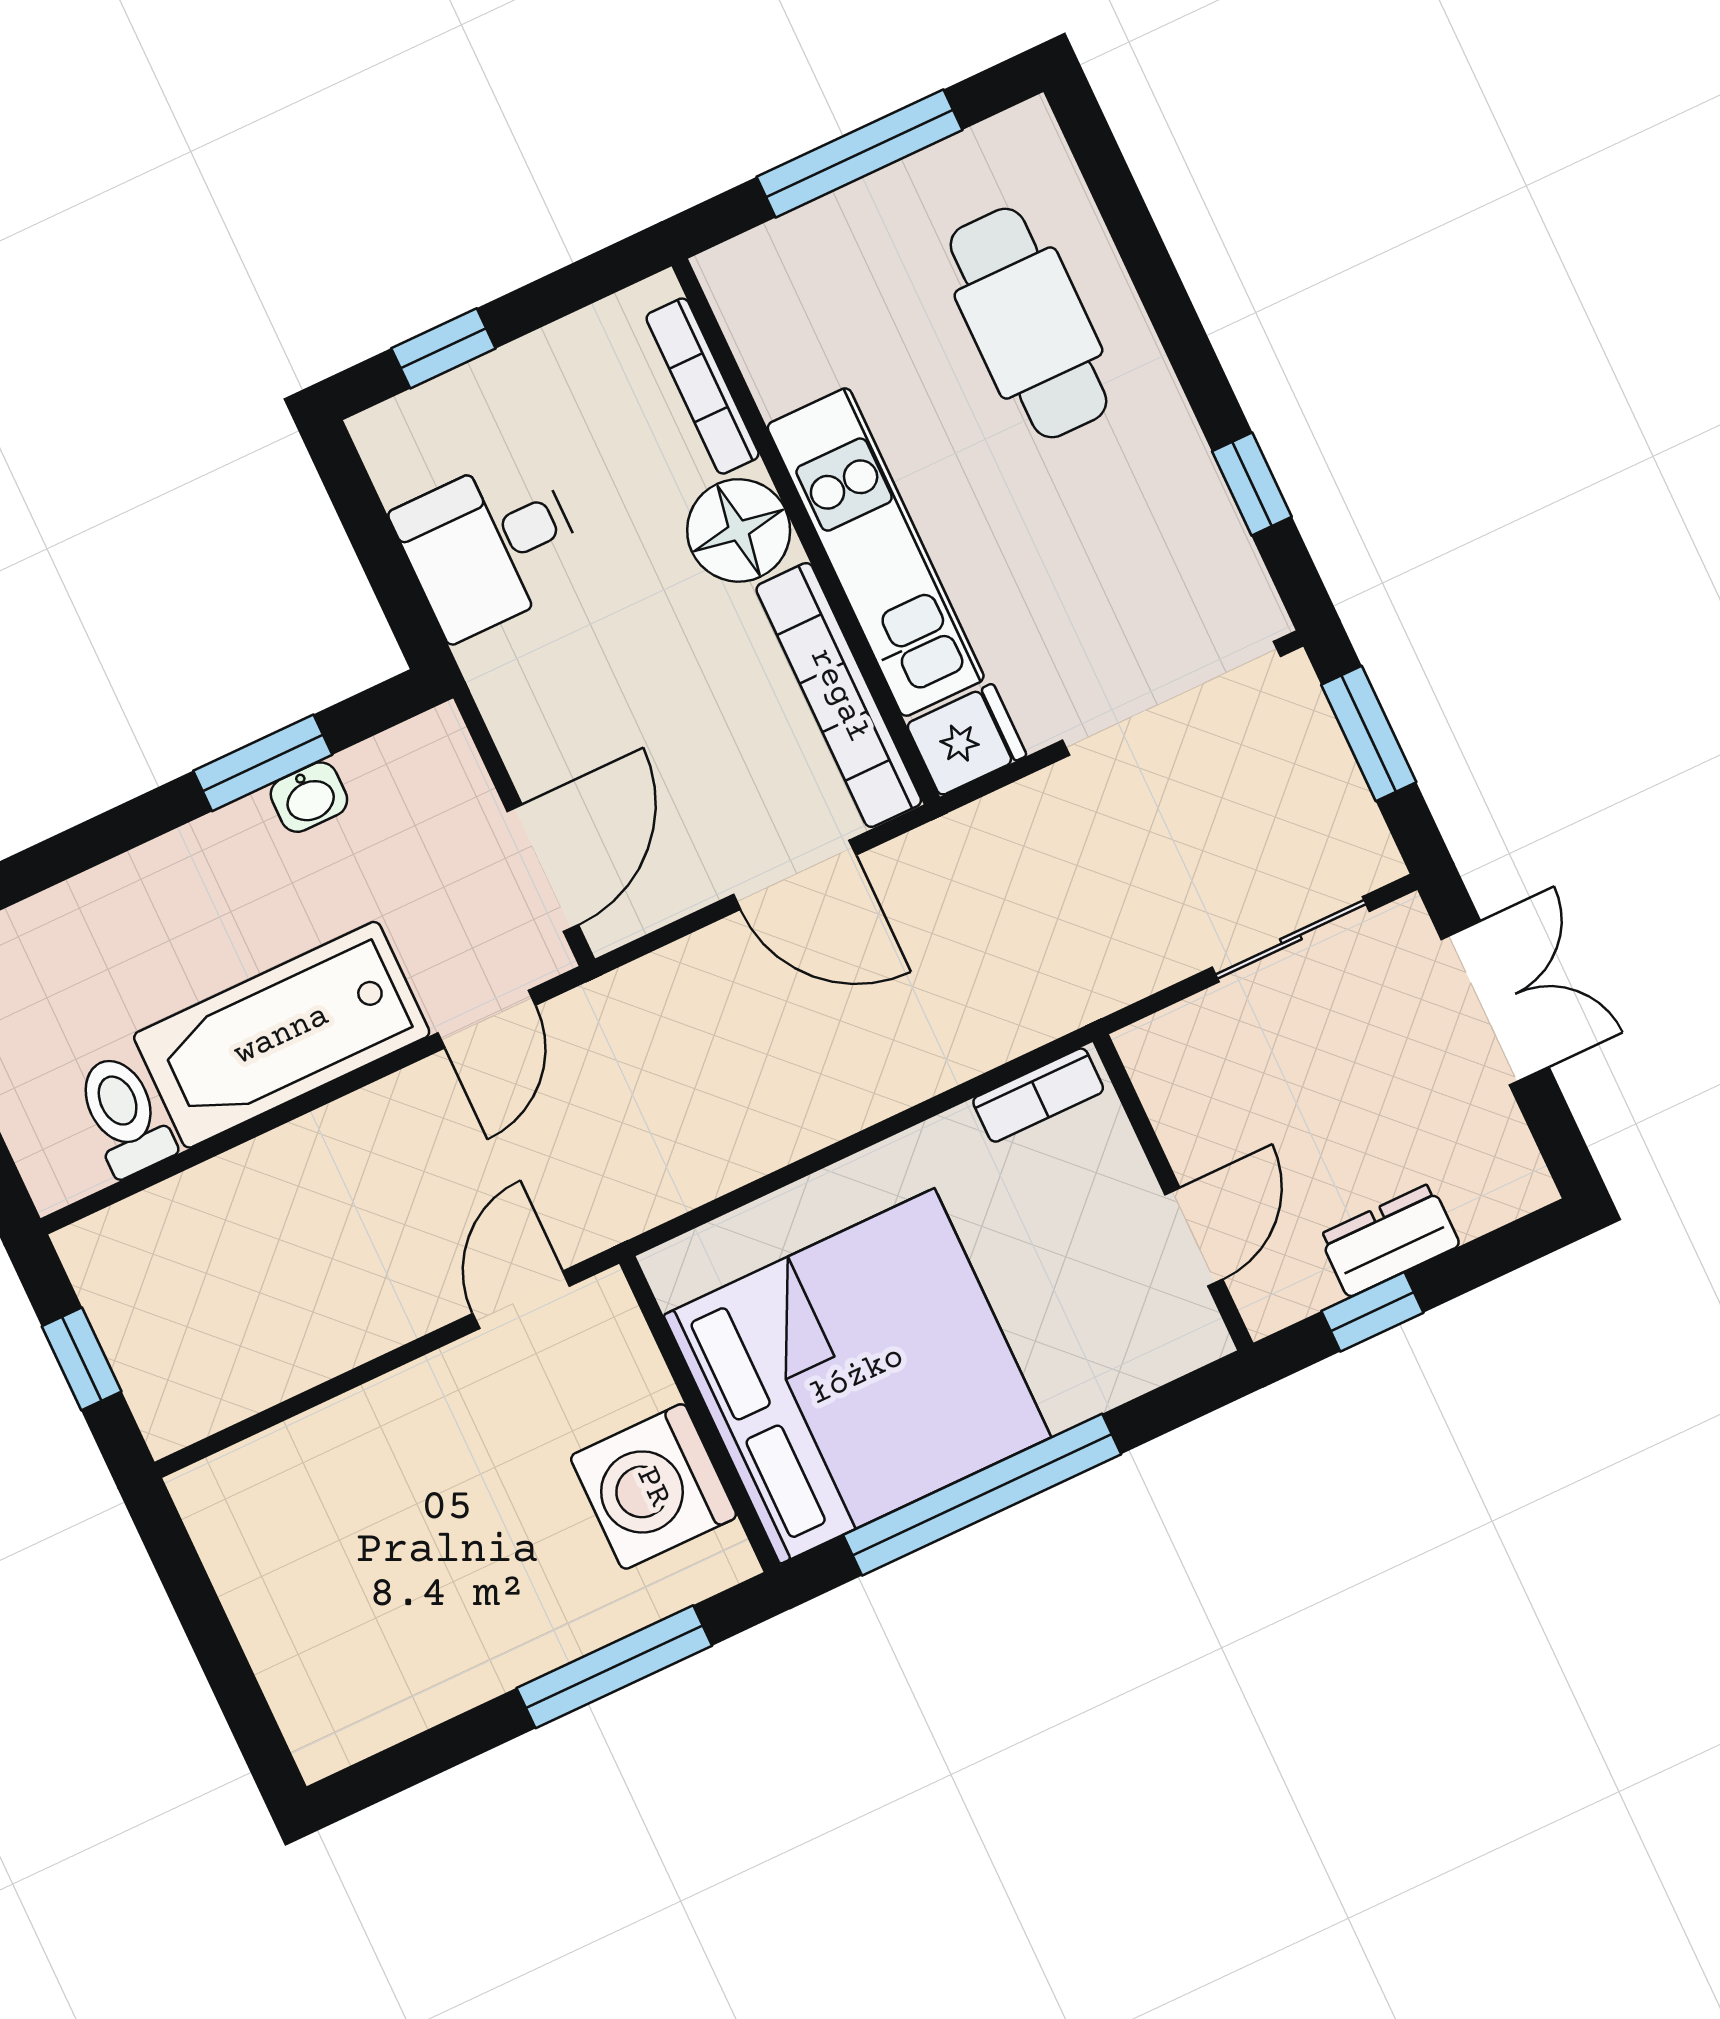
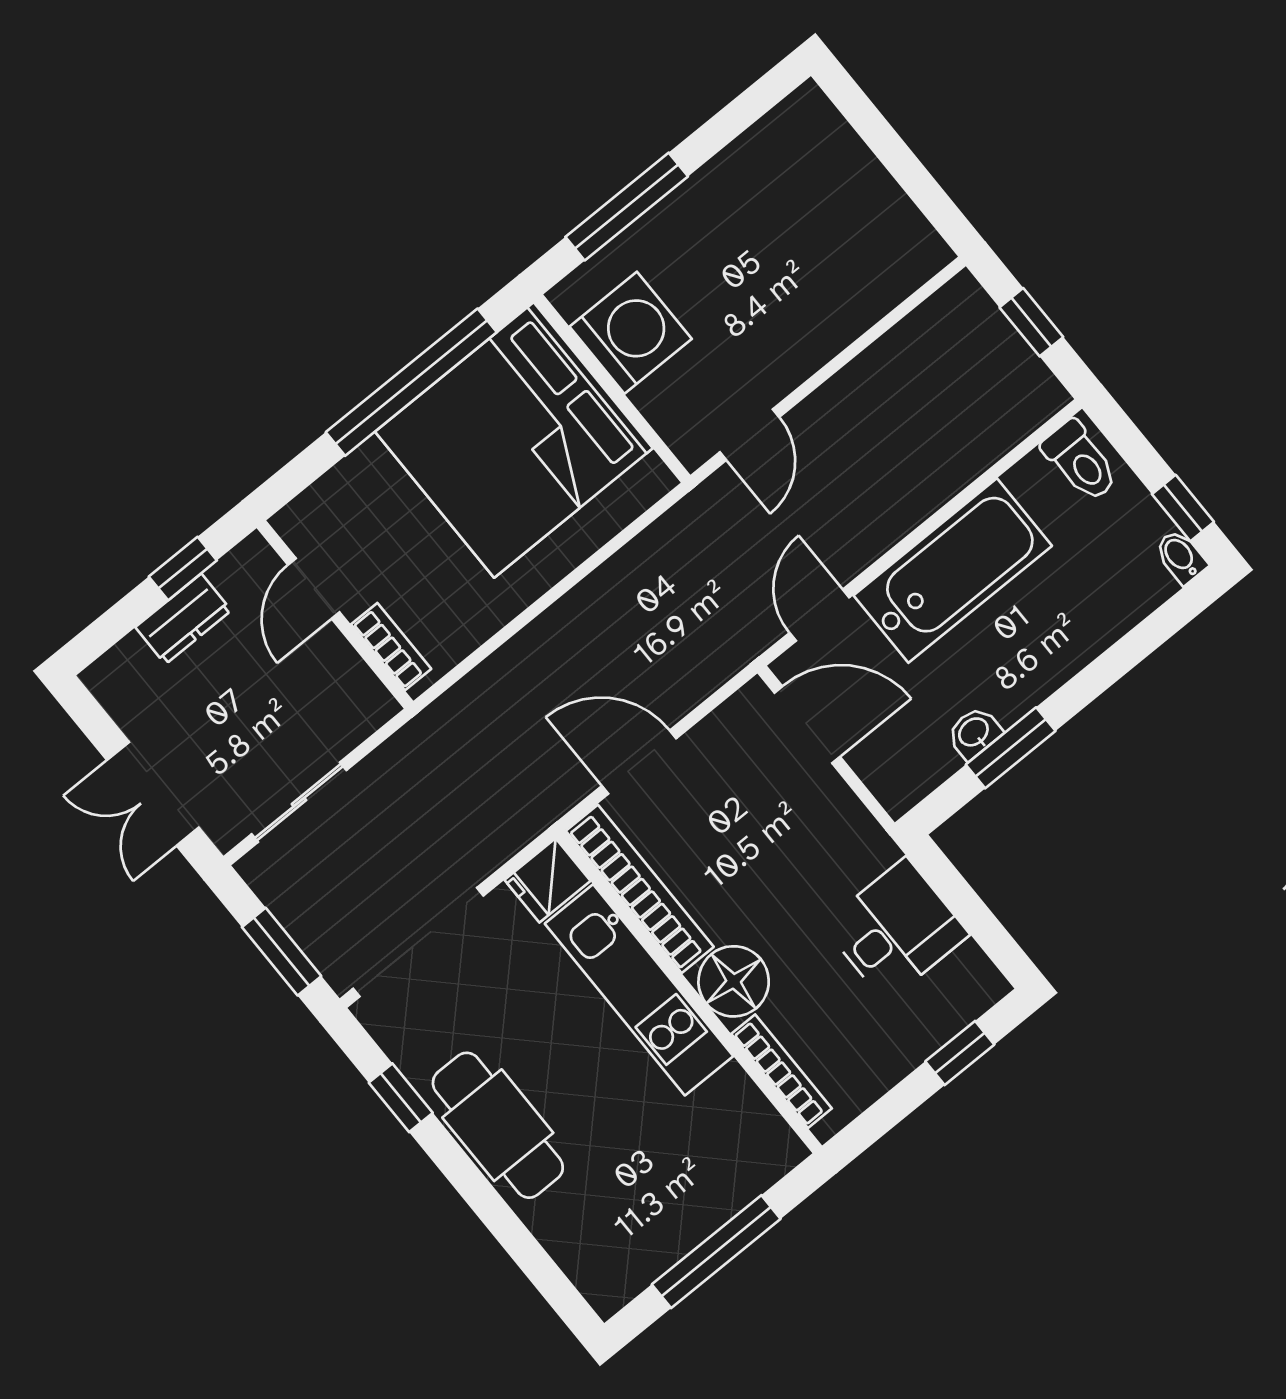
cafe table: (1028, 323) -> (498, 1125), moved
door: (543, 868) -> (807, 725), swing flipped
bookcase: (1038, 1095) -> (391, 647), moved, turned 90
toilet: (124, 1115) -> (1080, 461), moved

